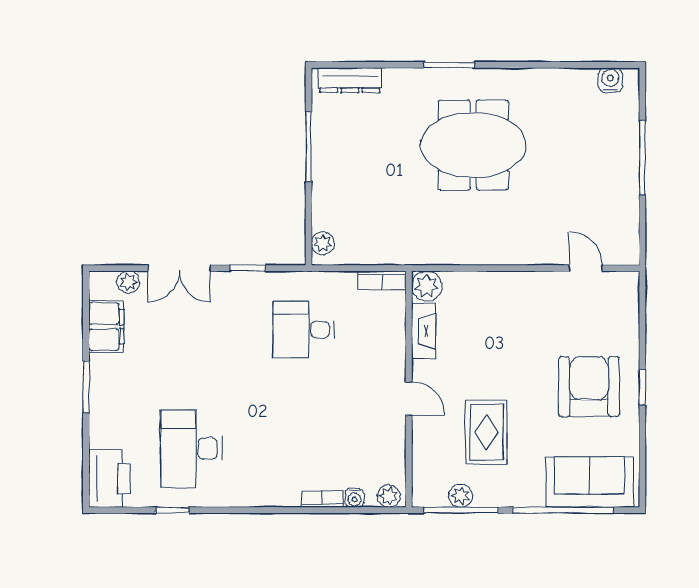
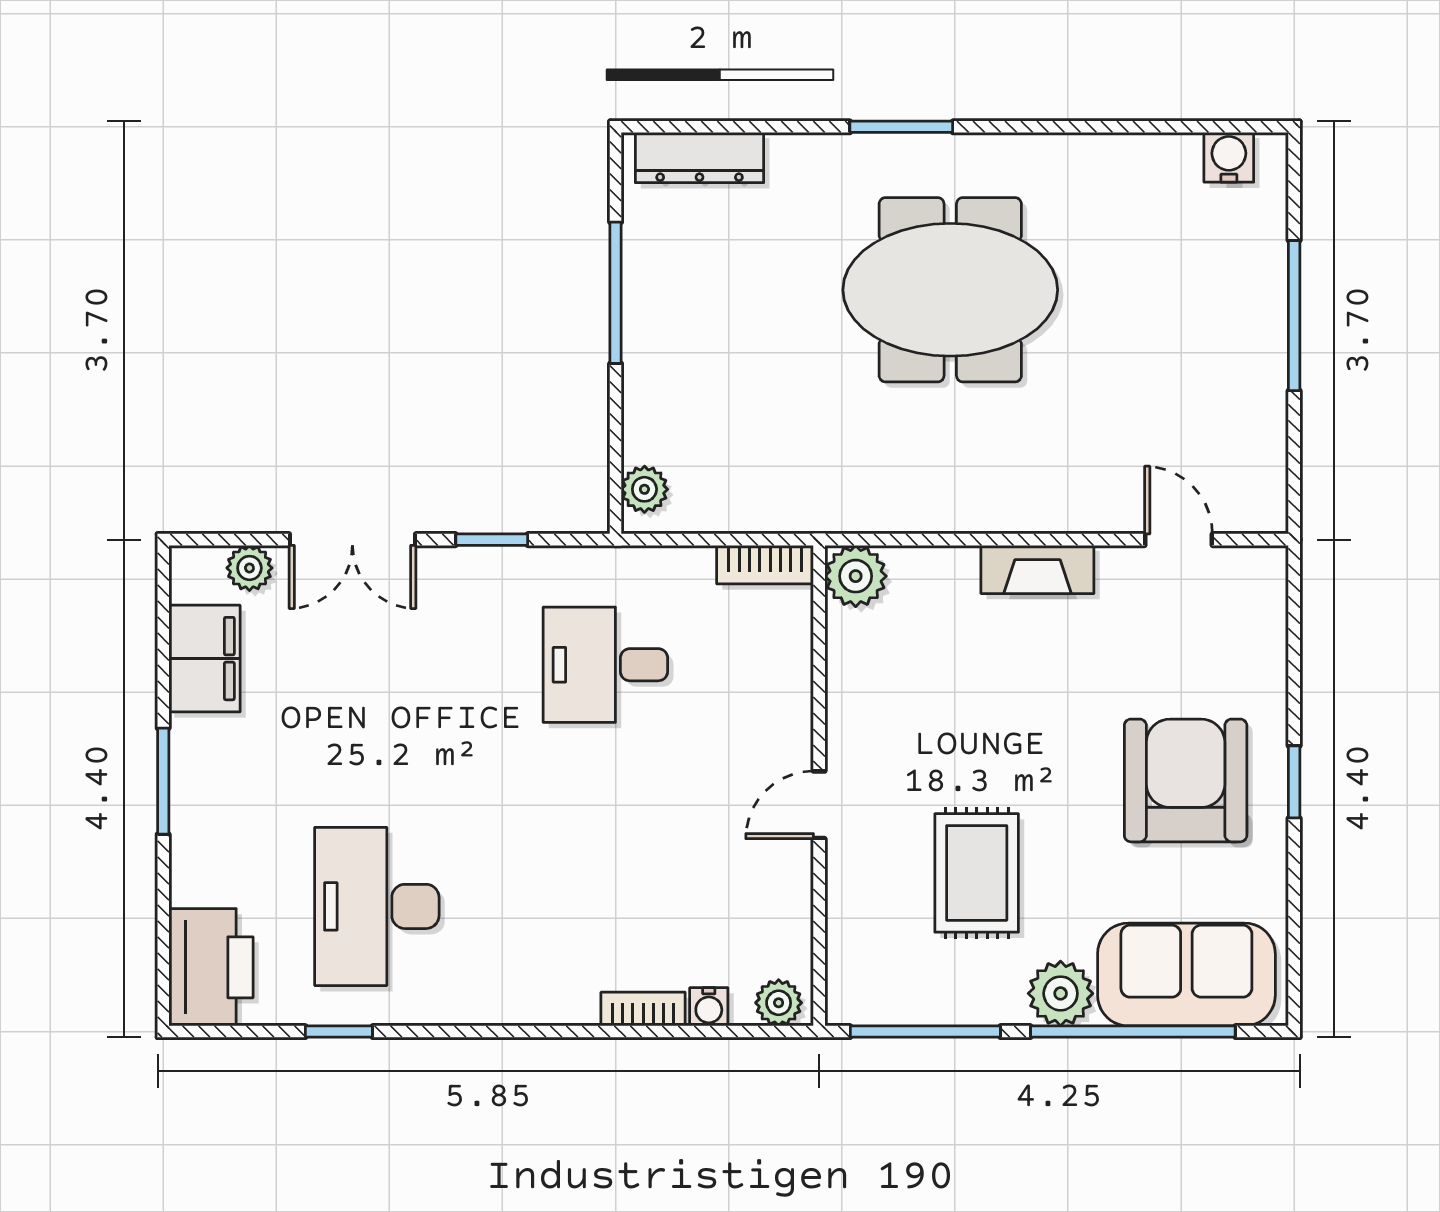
fireplace: (423, 331) -> (1037, 569), moved, turned 90
door: (409, 399) -> (819, 805), swing flipped
plant: (461, 496) -> (1061, 993), moved, width x1.38, depth x1.38

